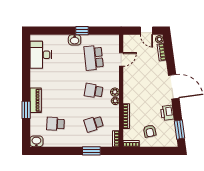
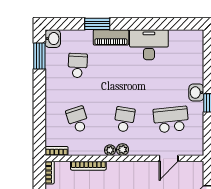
desk: (41, 55) -> (149, 45), moved
door: (121, 59) -> (169, 158), hinge flipped
window: (91, 151) -> (39, 56), moved

